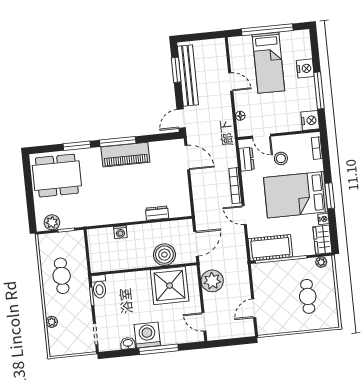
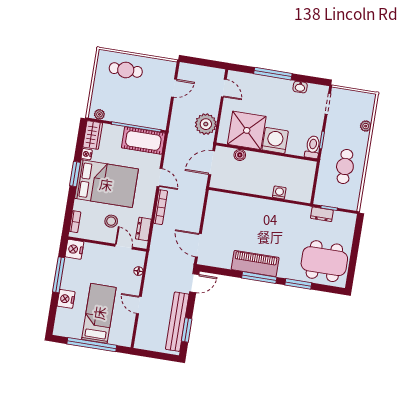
dresser: (157, 213) -> (322, 214), moved
plant: (52, 222) -> (341, 219), removed
boiler: (164, 255) -> (240, 155), width x0.54, depth x0.54
cafe table: (308, 296) -> (126, 70), moved, turned 90
washing machine: (147, 335) -> (275, 140), moved, turned 180

